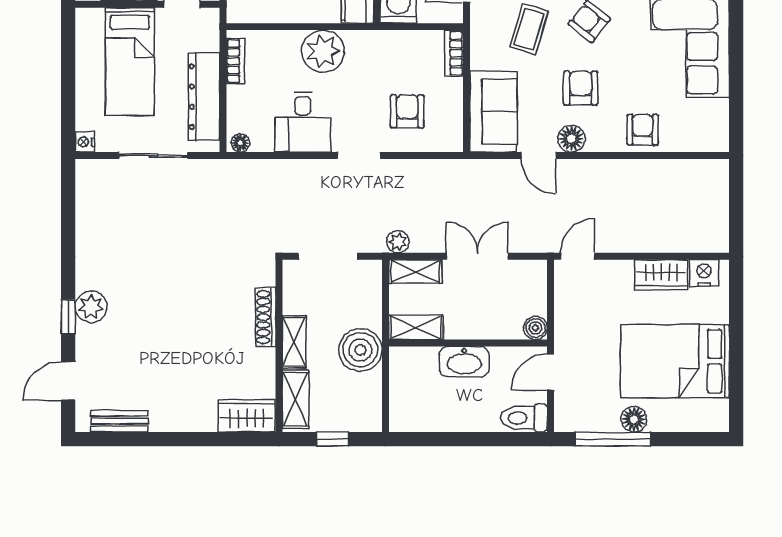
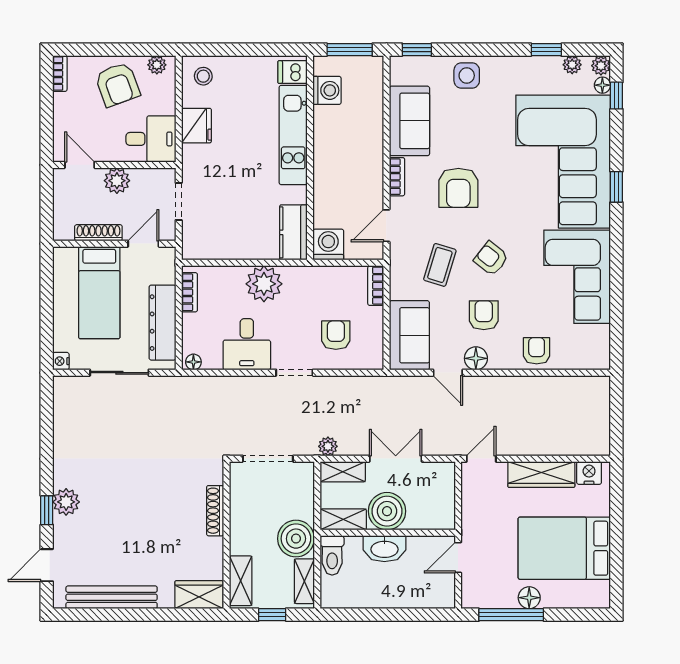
wardrobe: (661, 275) -> (541, 474), width x1.50
boiler: (535, 328) -> (387, 511), moved, width x1.86, depth x1.86
shelving: (294, 342) -> (304, 581), moved
toilet: (524, 418) -> (332, 555), moved, turned -90
bench: (120, 421) -> (112, 597), width x1.86, depth x1.21

